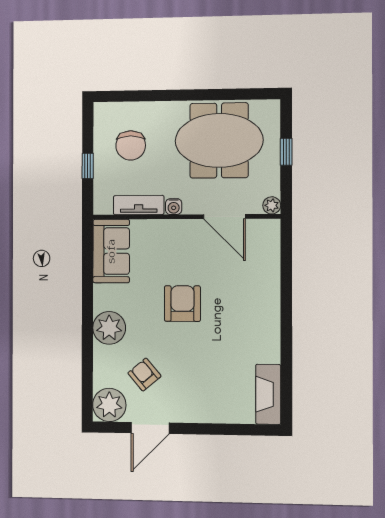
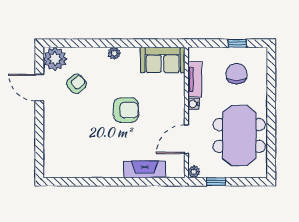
chair: (131, 145) -> (236, 74), turned 90
window: (286, 152) -> (216, 182), moved
window: (88, 166) -> (237, 43), moved
plant: (109, 328) -> (114, 53), width x0.53, depth x0.53
fireplace: (268, 394) -> (145, 169), moved

